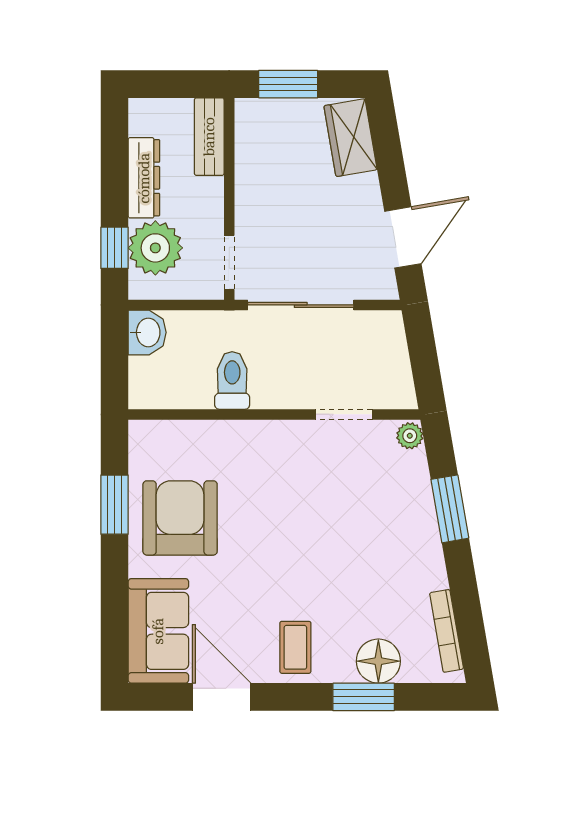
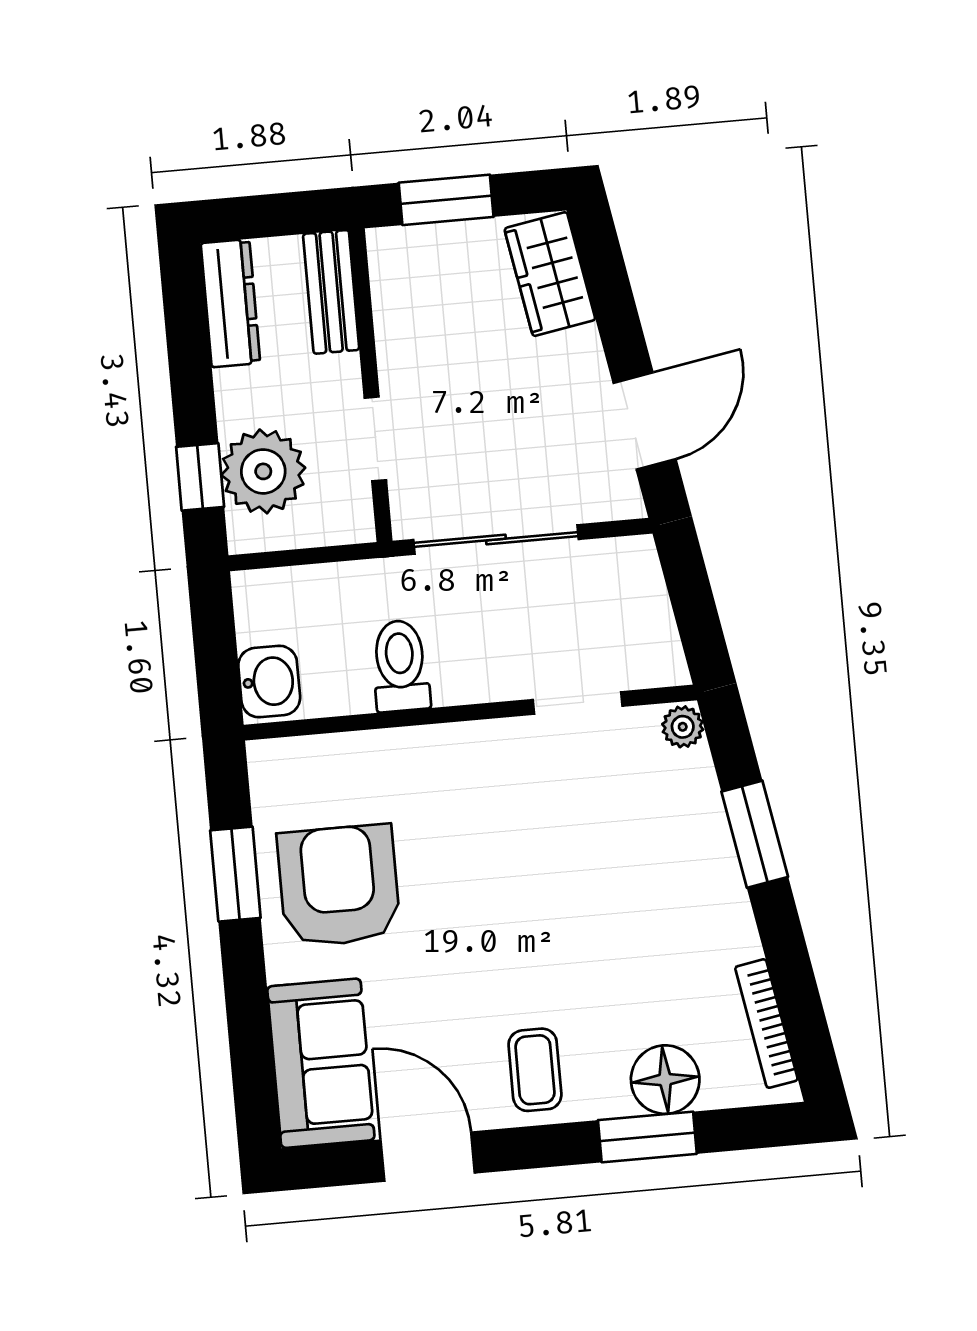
dresser: (144, 178) -> (230, 303), moved
doorway: (229, 262) -> (375, 439), moved
washbasin: (147, 332) -> (269, 682), moved

